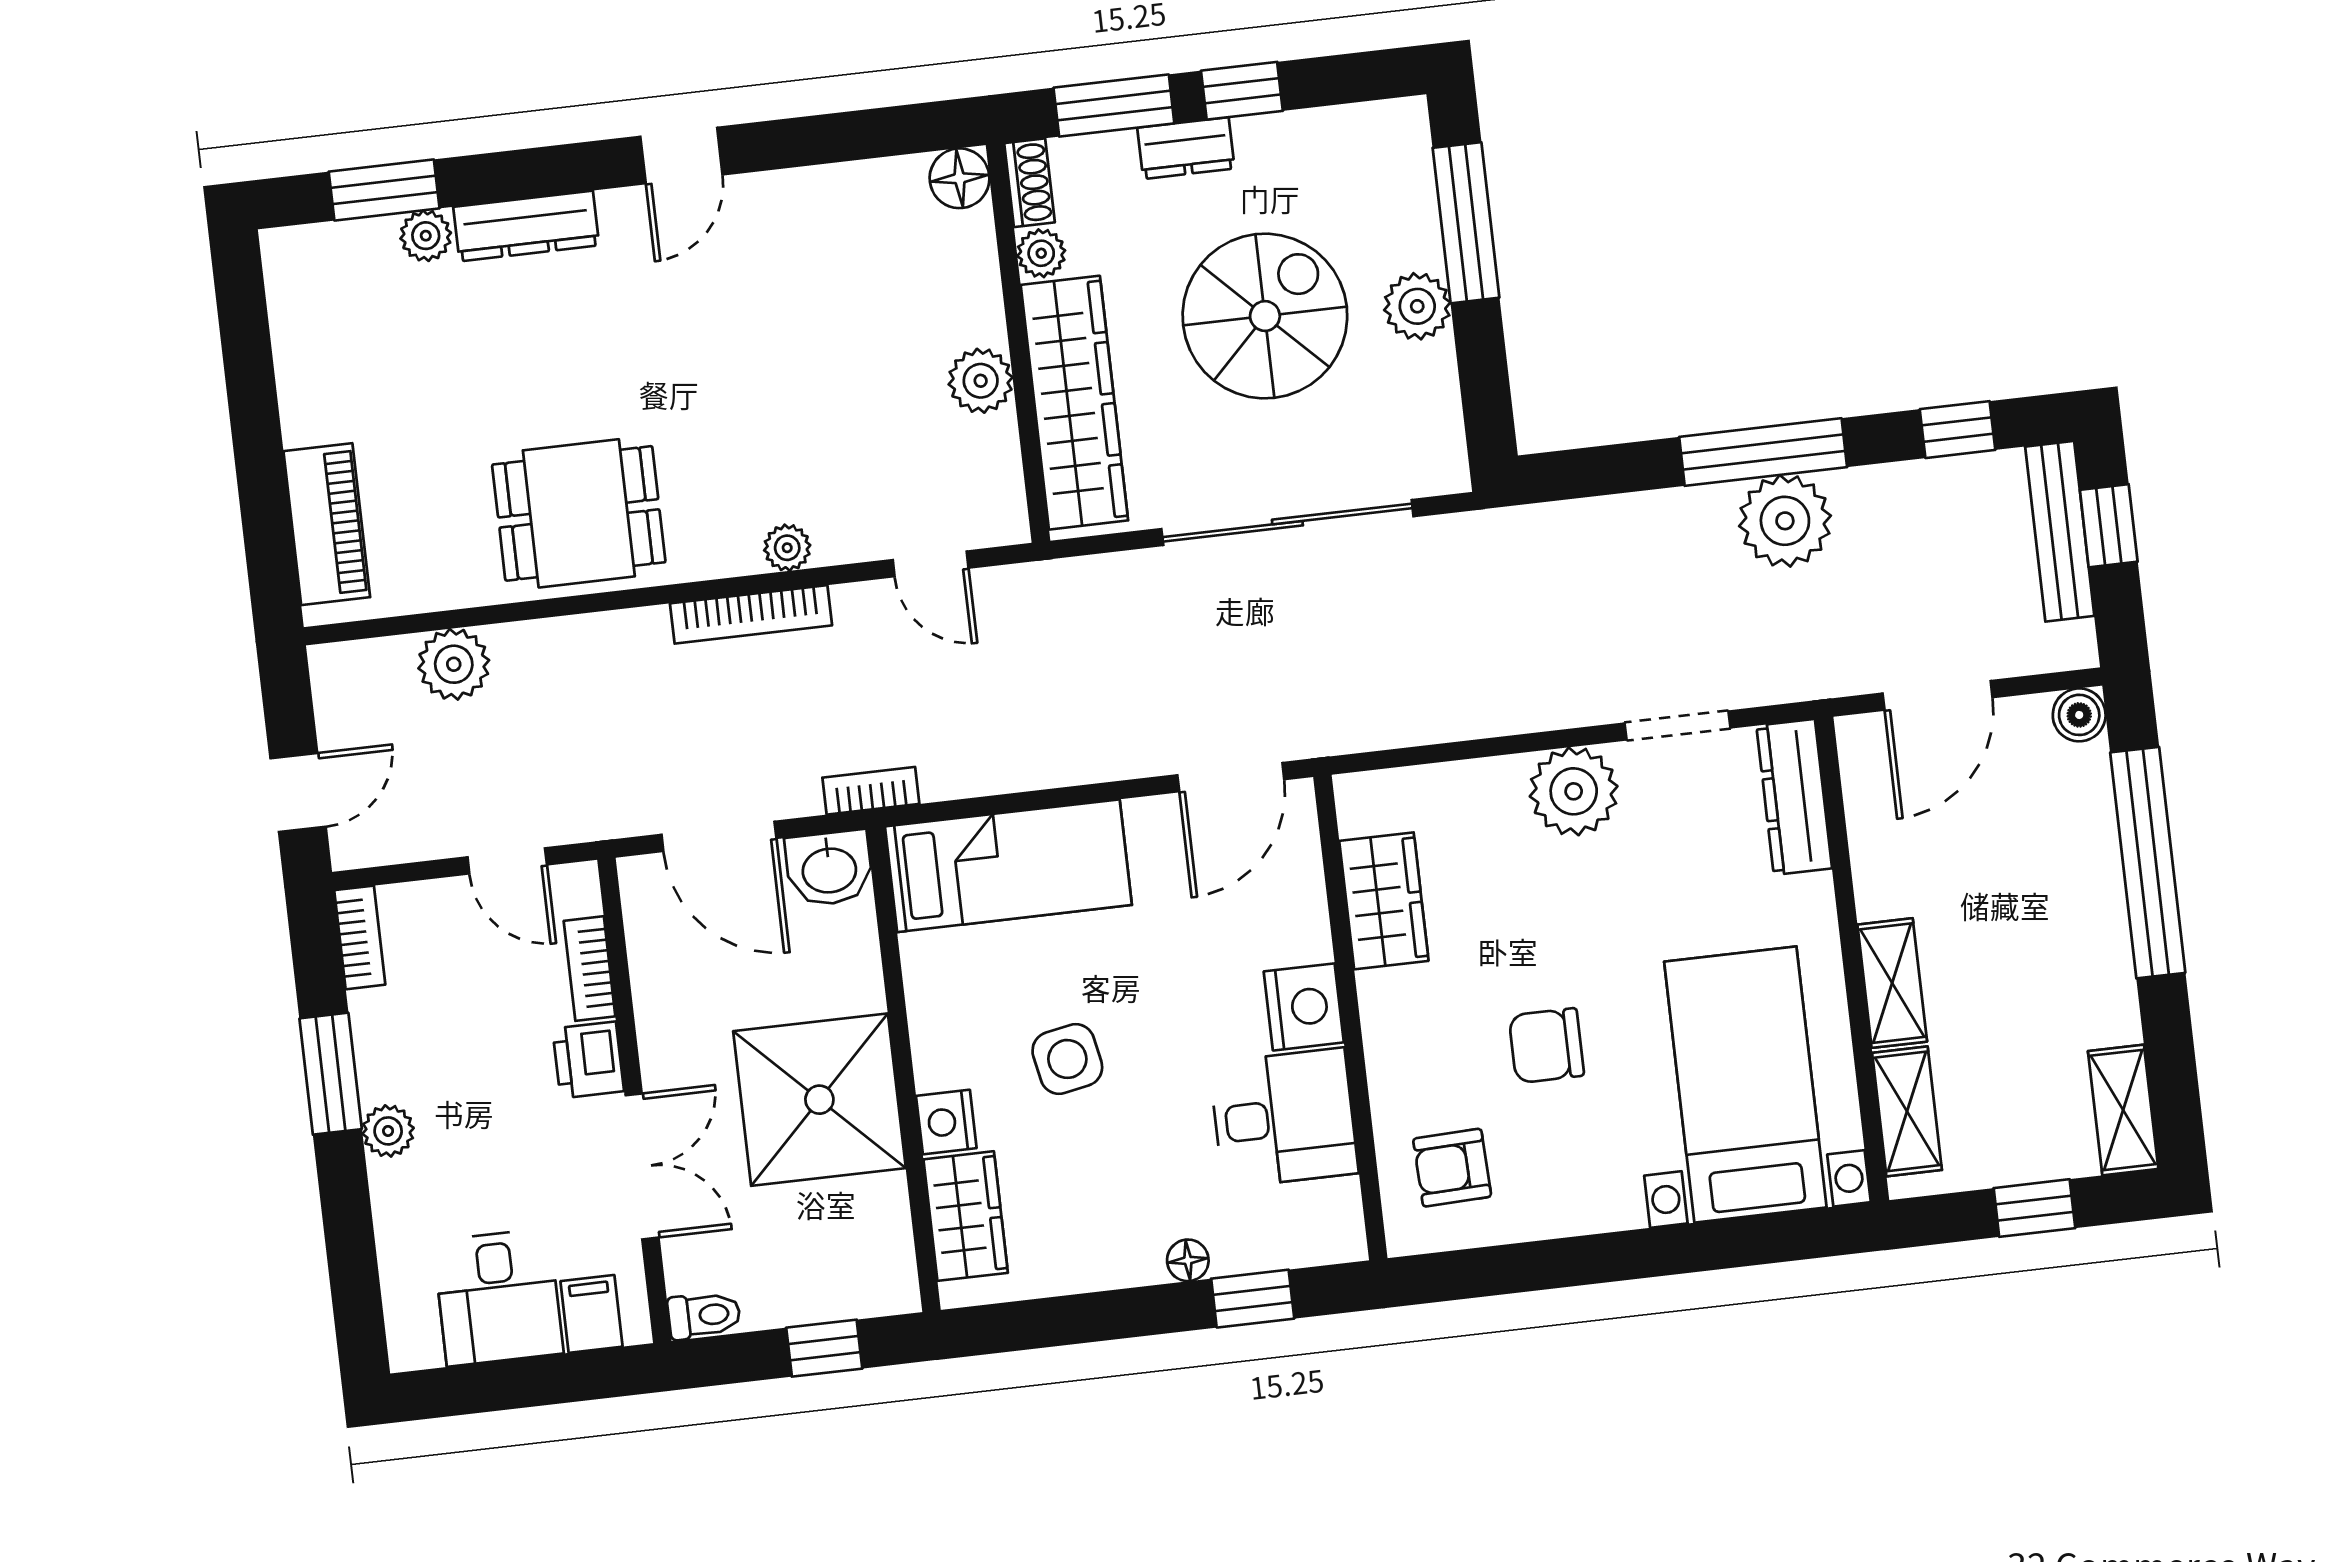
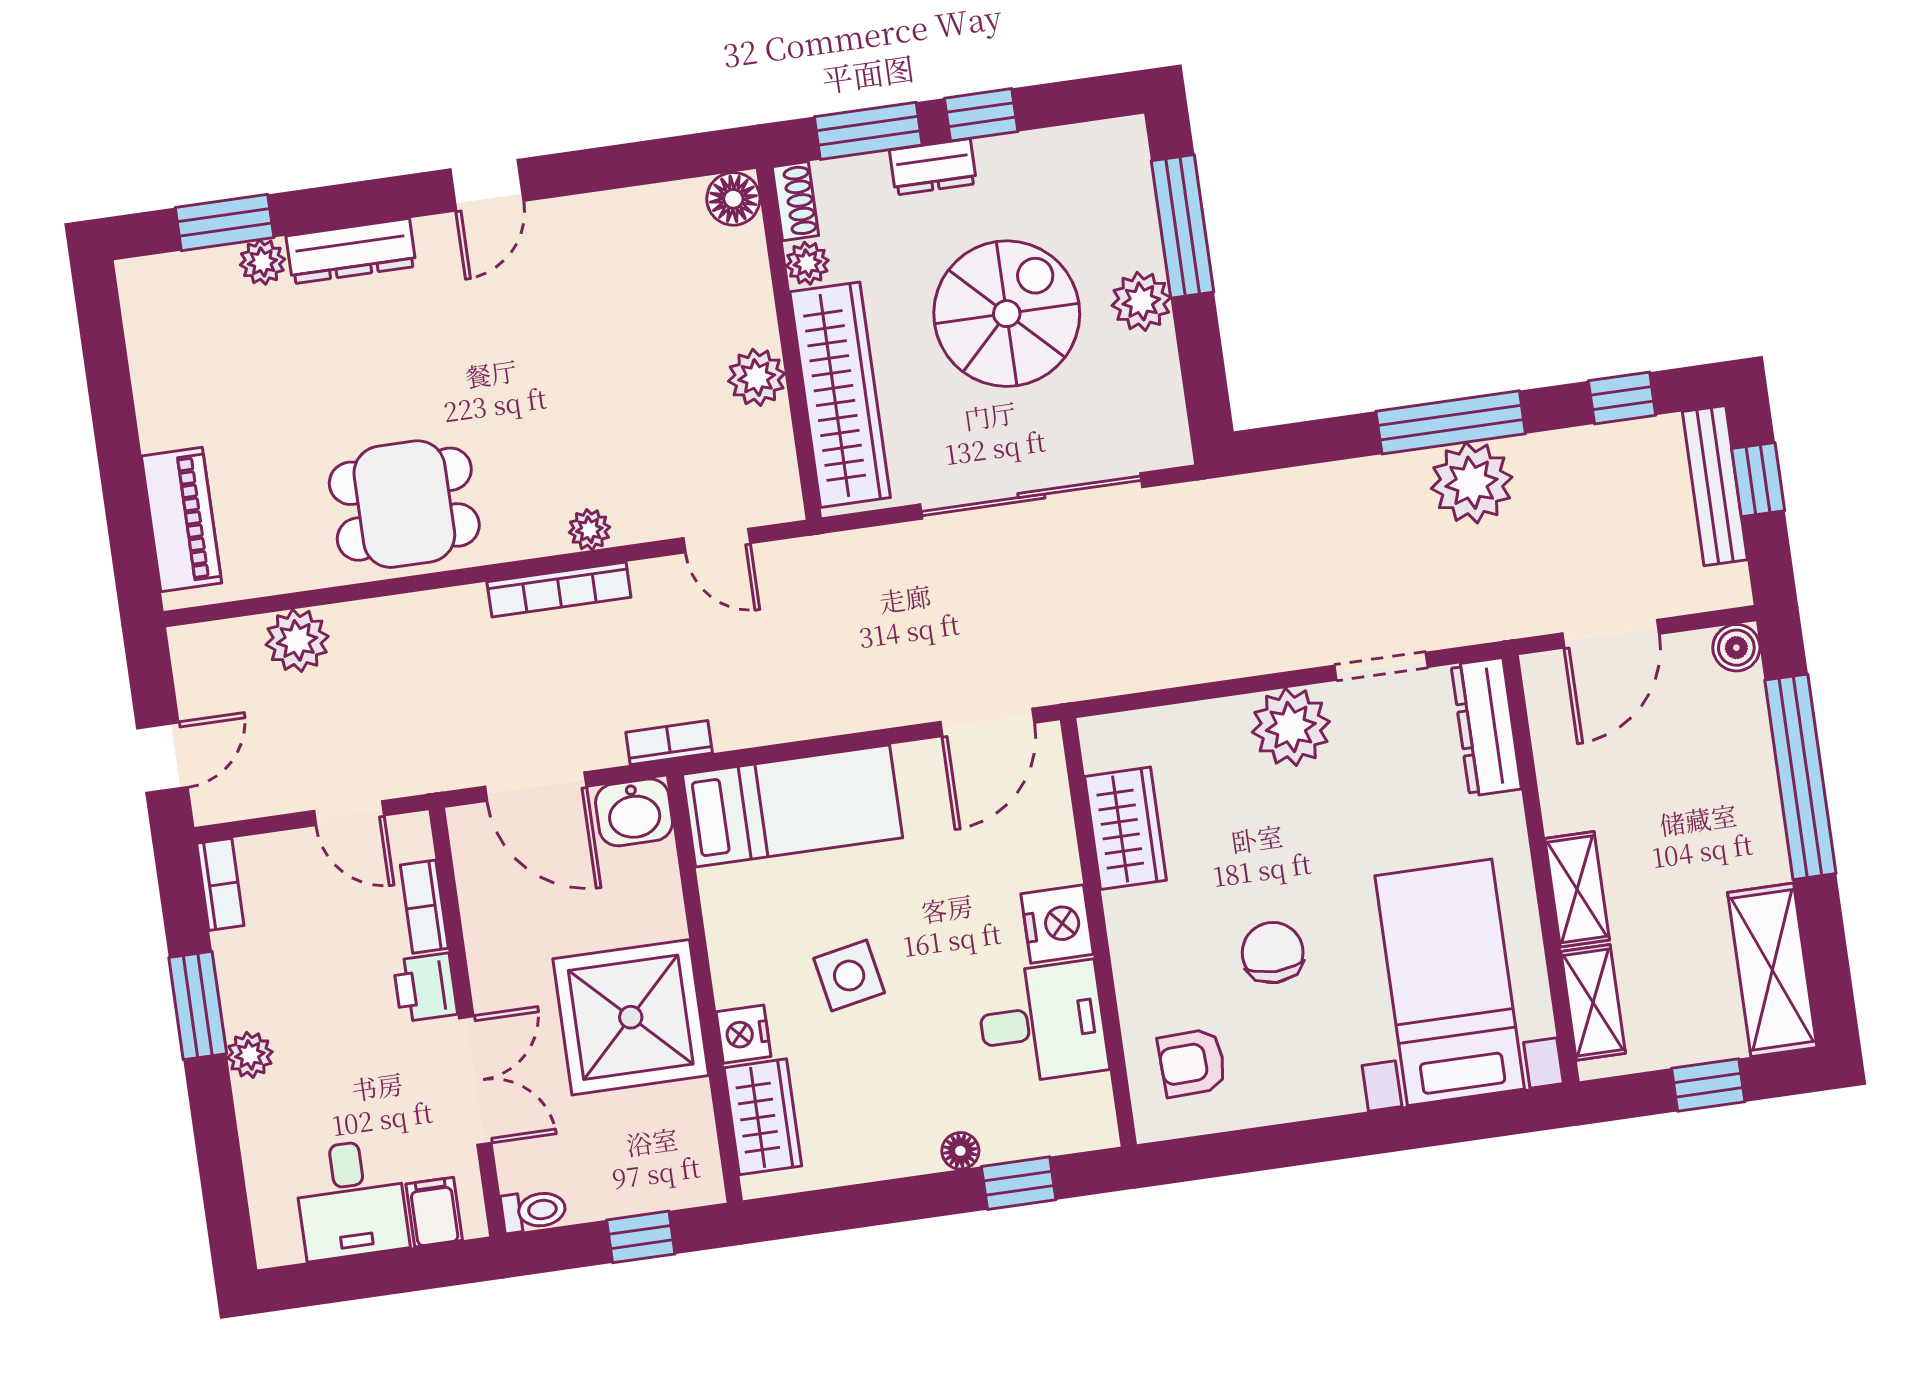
chair: (1546, 1046) -> (1273, 953), turned 90
shelving: (2123, 1110) -> (1772, 970), width x1.50, depth x1.33

